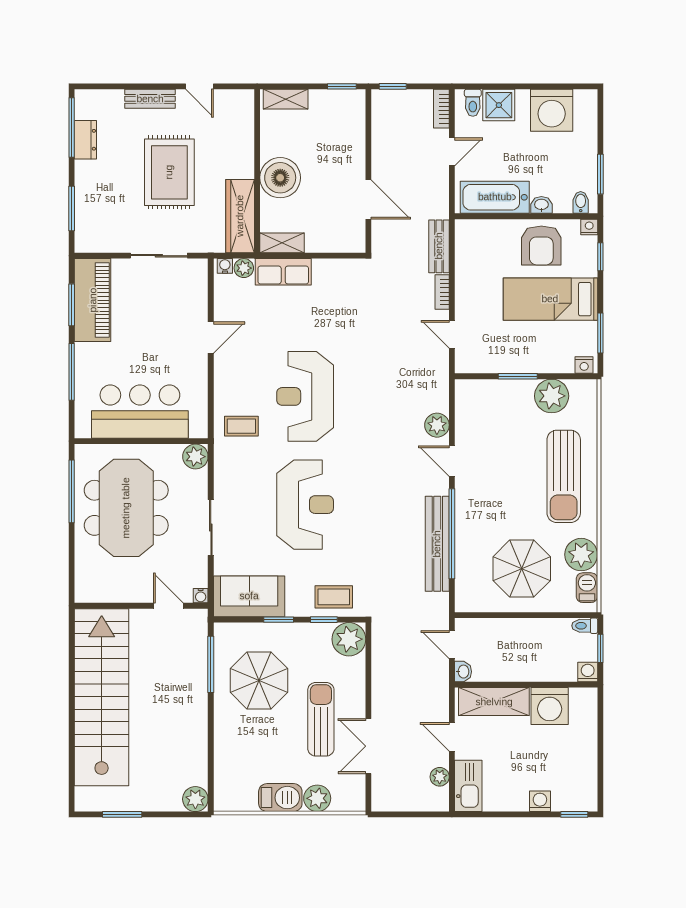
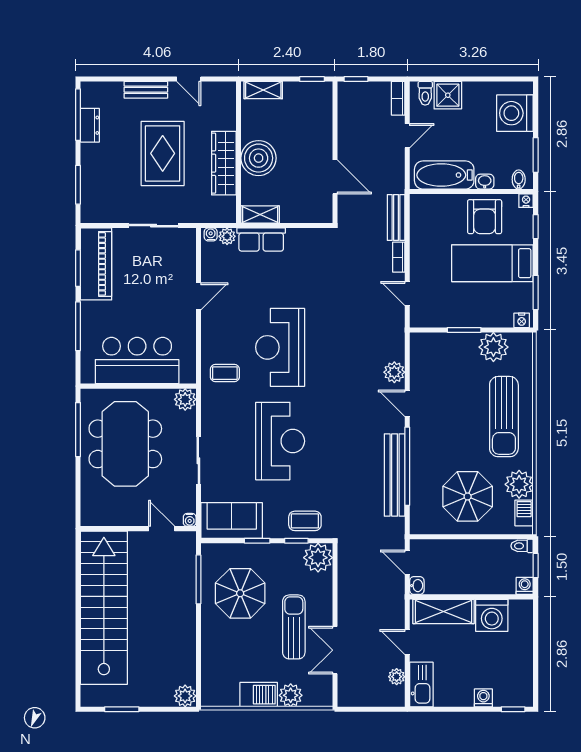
washing machine: (552, 110) -> (515, 113), moved, turned 90
wardrobe: (240, 216) -> (224, 163), moved

